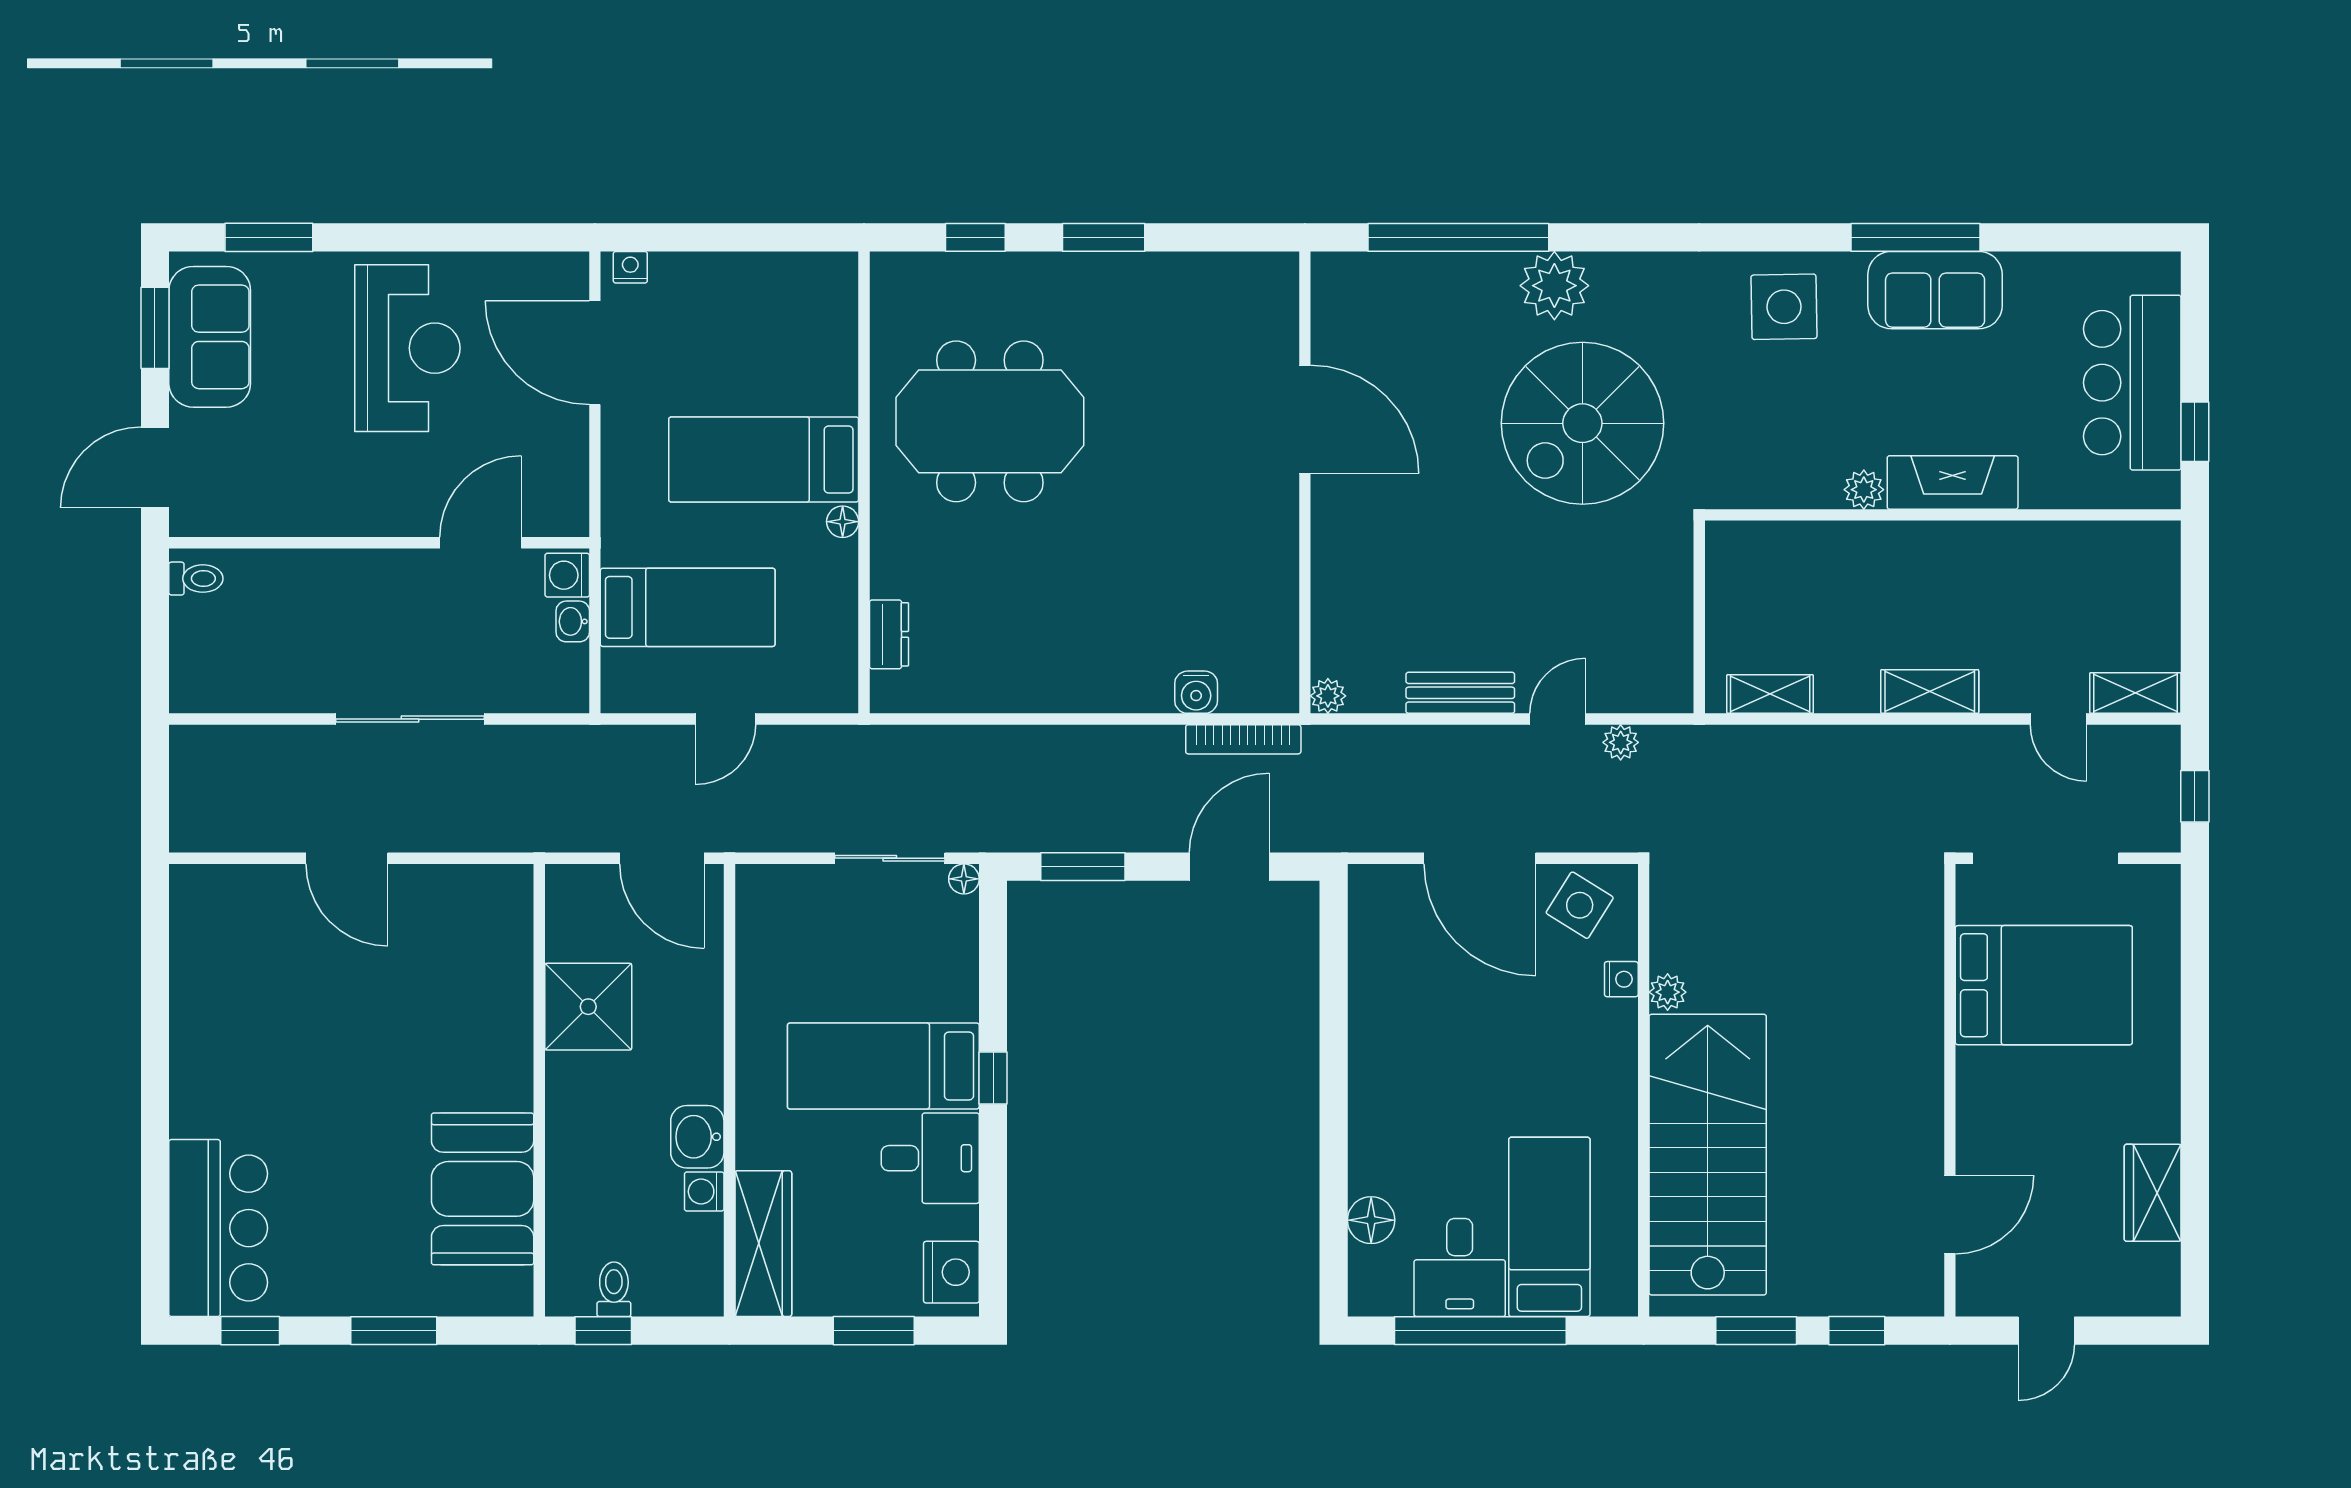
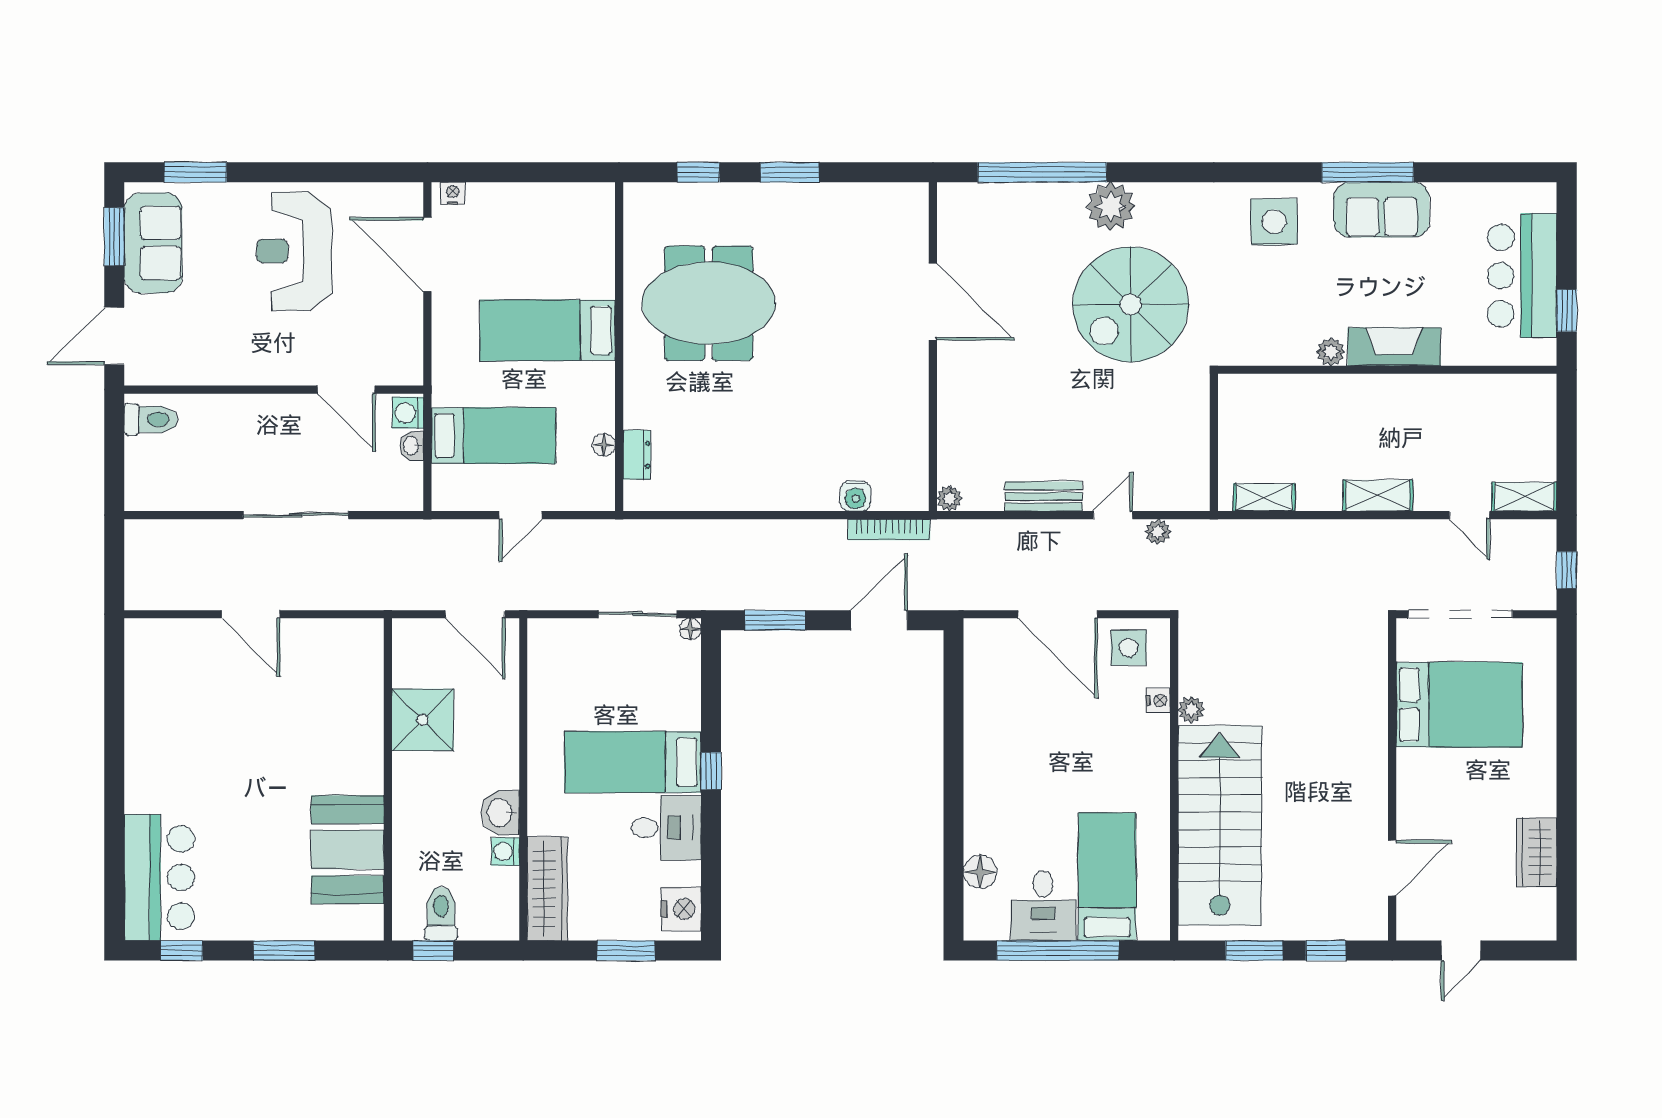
reception desk: (407, 348) -> (294, 251), turned 180
floor lamp: (843, 522) -> (604, 445), moved
door: (481, 543) -> (346, 390), swing flipped
toilet: (196, 579) -> (151, 419), width x1.37, depth x1.39
side table: (1580, 905) -> (1129, 648), turned -32
toilet: (614, 1289) -> (441, 914), width x1.37, depth x1.39

